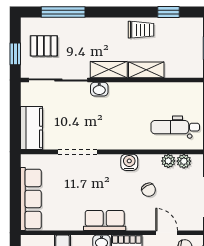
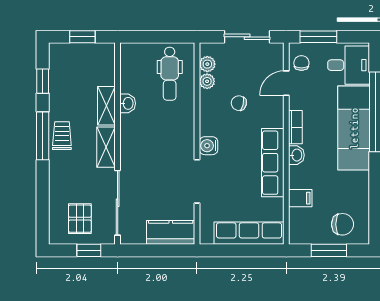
window: (63, 12) -> (43, 136), moved
trolley: (141, 30) -> (62, 136), moved
washbasin: (99, 89) -> (128, 103), moved
water cooler: (129, 162) -> (209, 146), moved
chair: (149, 190) -> (239, 103), turned -139
row of seats: (105, 221) -> (273, 163), width x1.48

